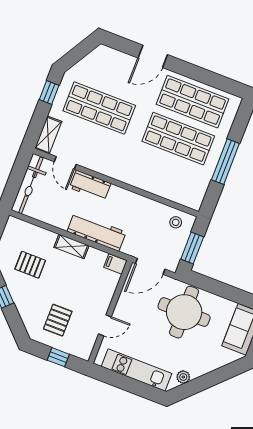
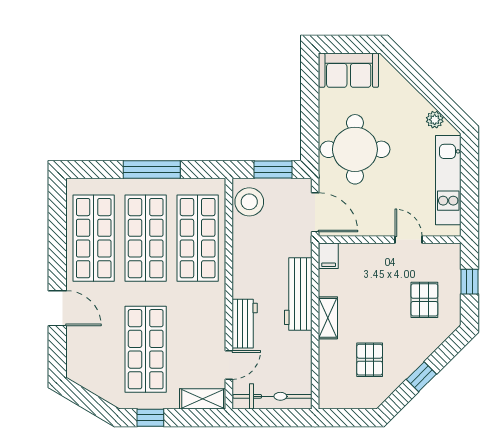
shop shelf: (164, 176) -> (198, 238), added
stool: (176, 222) -> (249, 202), width x1.89, depth x1.89
pallet: (58, 320) -> (424, 300), turned 90

